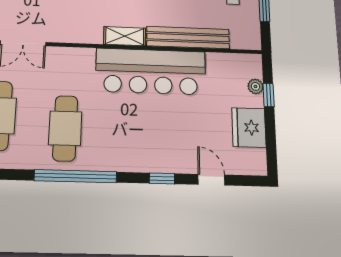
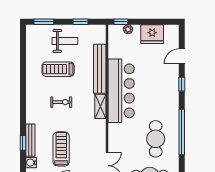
window: (269, 95) -> (121, 22), moved
cafe table: (65, 128) -> (156, 139), turned 90

